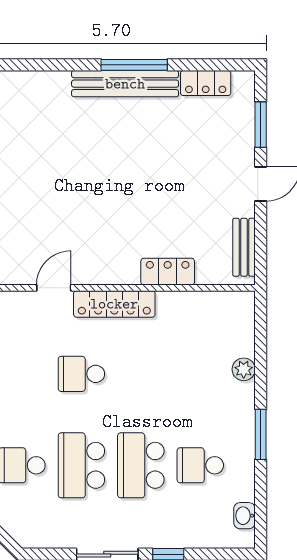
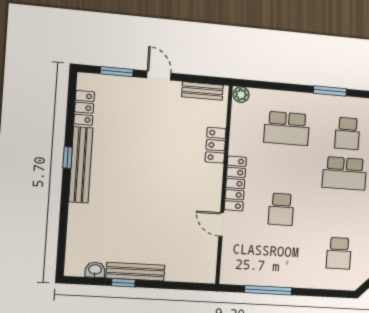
window: (134, 65) -> (68, 157), width x0.46
plant: (244, 369) -> (241, 95), moved
school desk: (81, 465) -> (287, 128), moved

